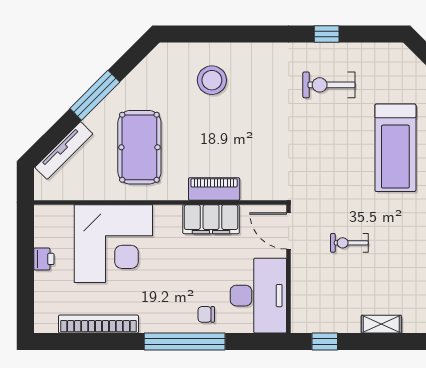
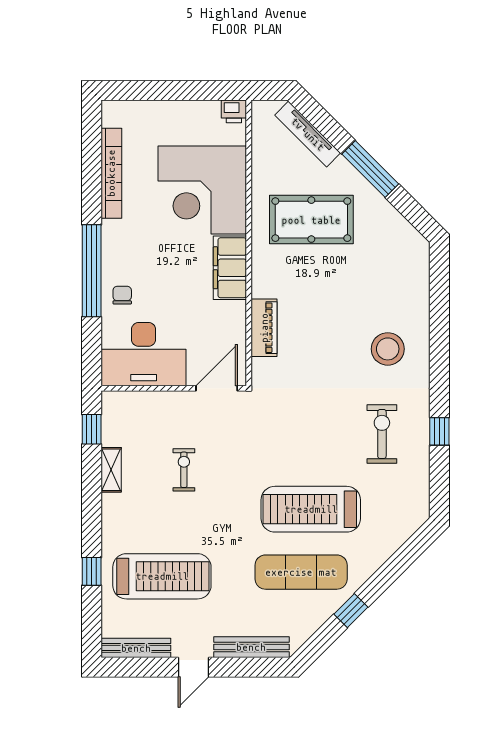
stool: (212, 80) -> (388, 349), moved
piano: (214, 189) -> (264, 328), moved
filing cabinet: (211, 219) -> (230, 268), moved
exercise bike: (349, 243) -> (184, 470), moved
printer: (44, 259) -> (234, 111), moved
shelving: (381, 324) -> (111, 470), moved

